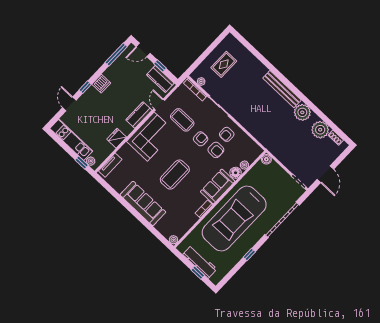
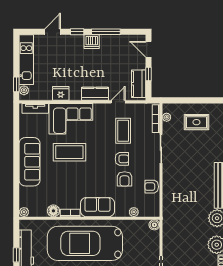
window: (116, 55) -> (106, 32), moved
armchair: (227, 134) -> (152, 187), moved
corner sofa: (151, 137) -> (71, 119), moved
floor lamp: (236, 173) -> (53, 211), moved
coffee table: (175, 175) -> (69, 152), moved

